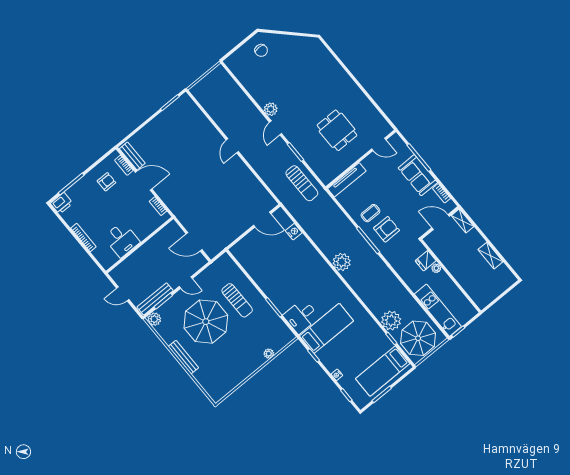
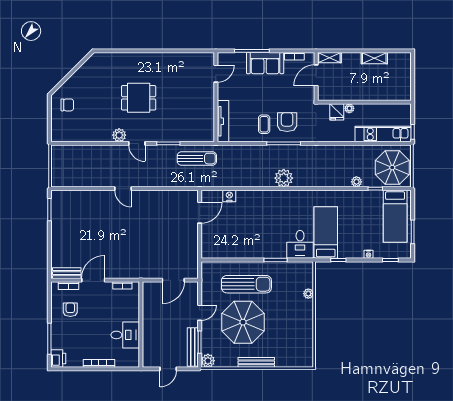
dining table: (337, 130) -> (139, 98), moved
sun lounger: (237, 300) -> (246, 284), width x1.36, depth x1.34
plant: (391, 321) -> (356, 182), width x0.53, depth x0.53

